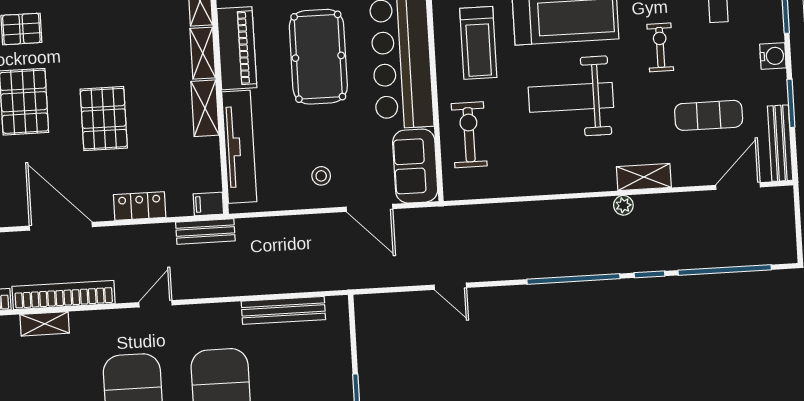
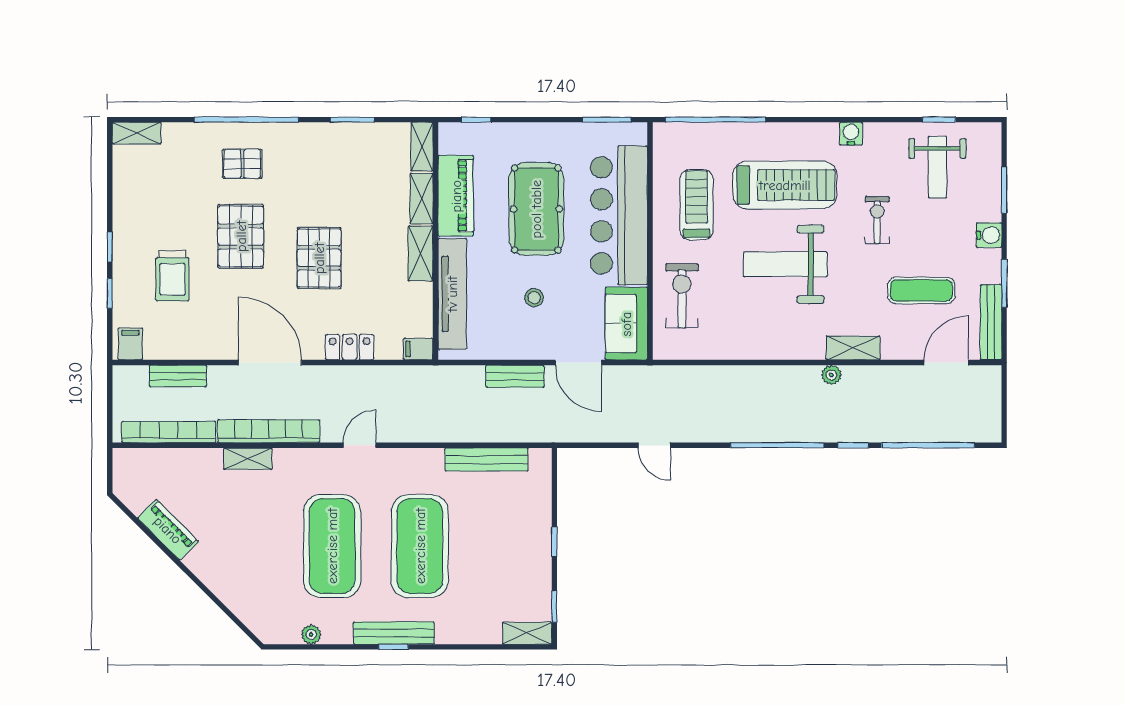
treadmill: (478, 43) -> (696, 205), turned 180
stool: (321, 176) -> (534, 298), moved
bench: (205, 231) -> (515, 376), moved

